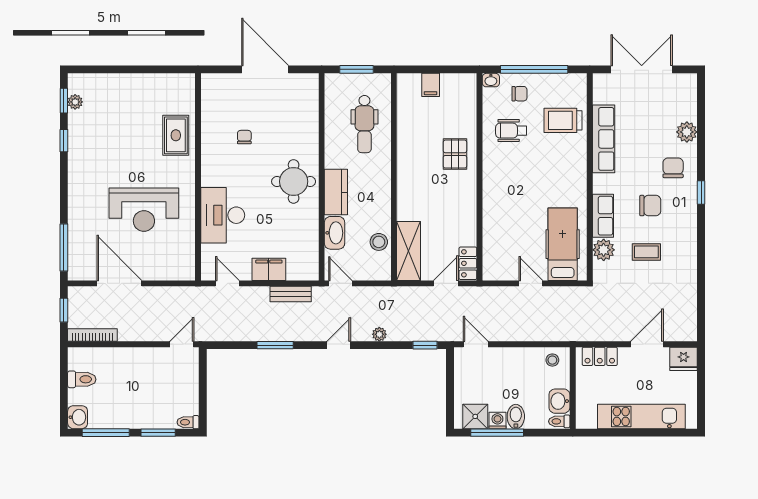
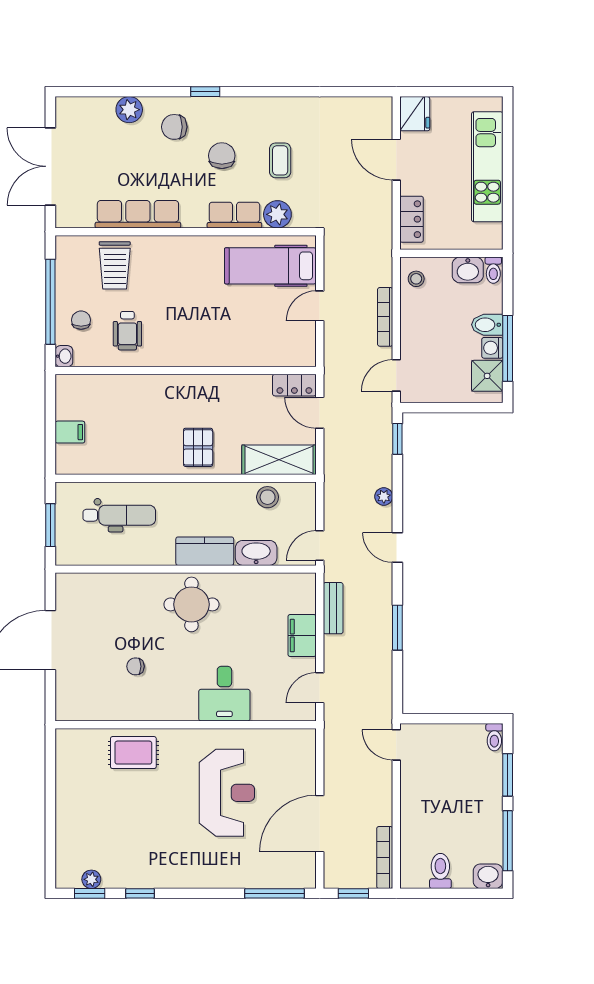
pallet: (455, 154) -> (198, 447), moved, turned 90
desk: (223, 215) -> (224, 694), width x0.73
bookcase: (522, 335) -> (385, 317), added

